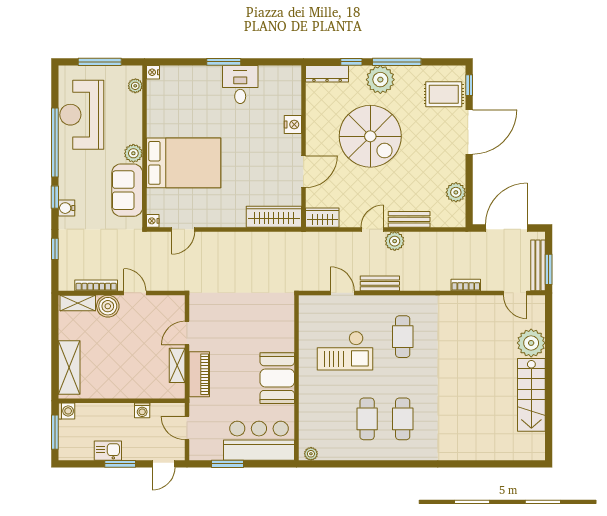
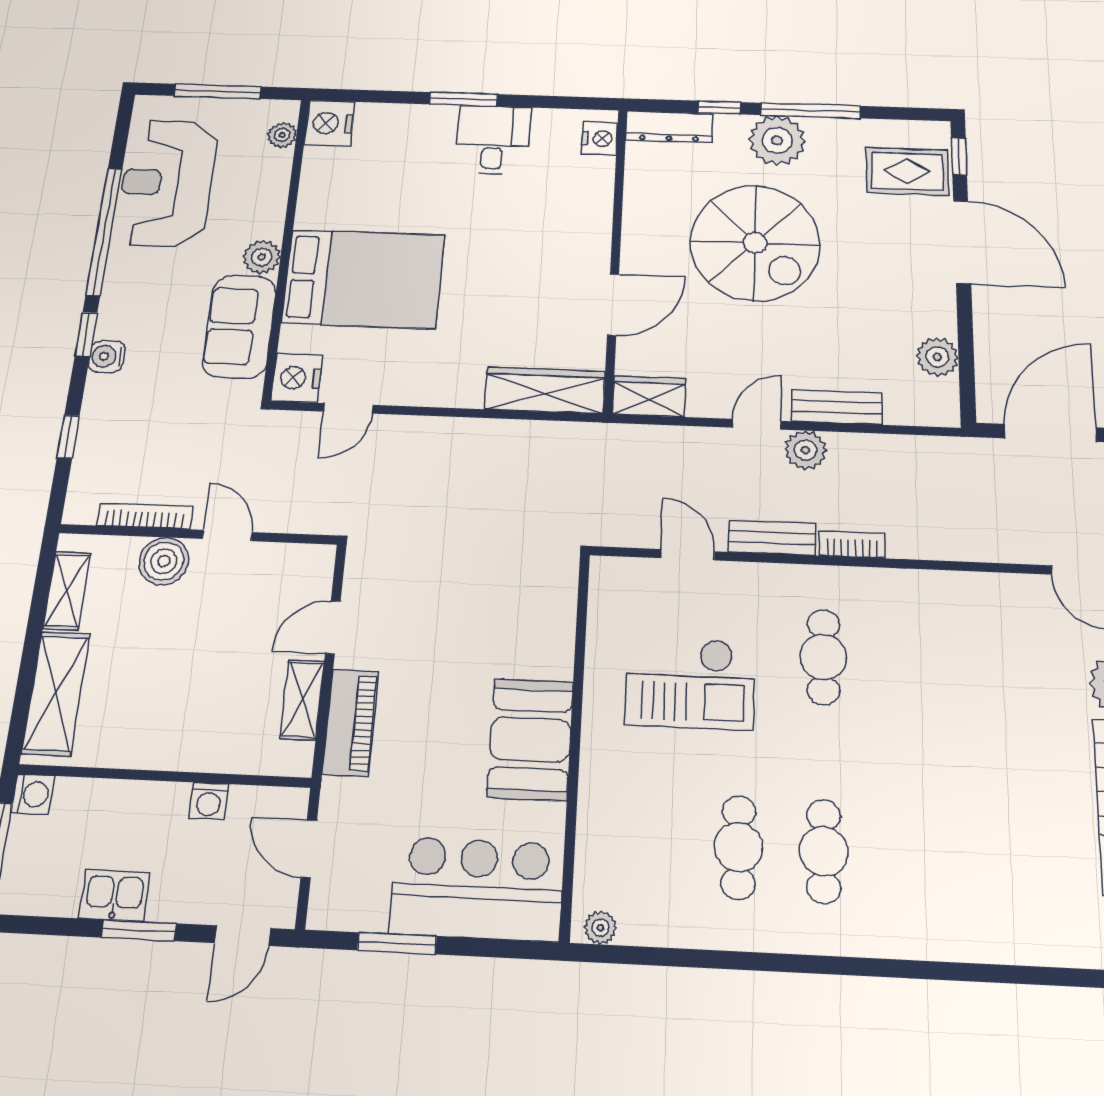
nightstand: (153, 72) -> (329, 123), width x1.89, depth x1.79
nightstand: (293, 125) -> (600, 139), moved
door: (469, 132) -> (962, 242), hinge flipped
nightstand: (153, 221) -> (297, 378), width x1.89, depth x1.79
bookcase: (466, 285) -> (852, 544), moved
shelving: (78, 303) -> (67, 591), moved, turned 90

